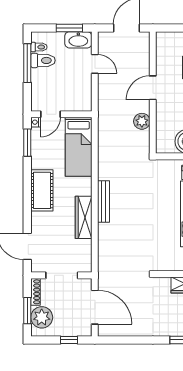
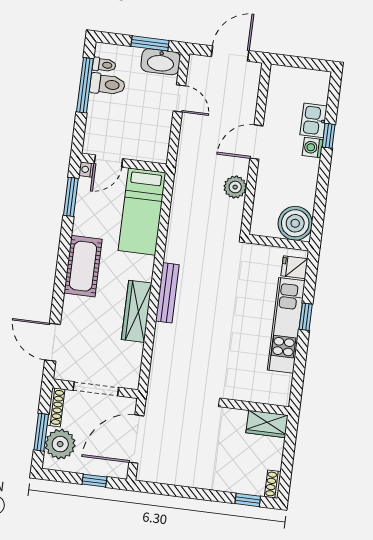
door: (95, 307) -> (136, 439), swing flipped

